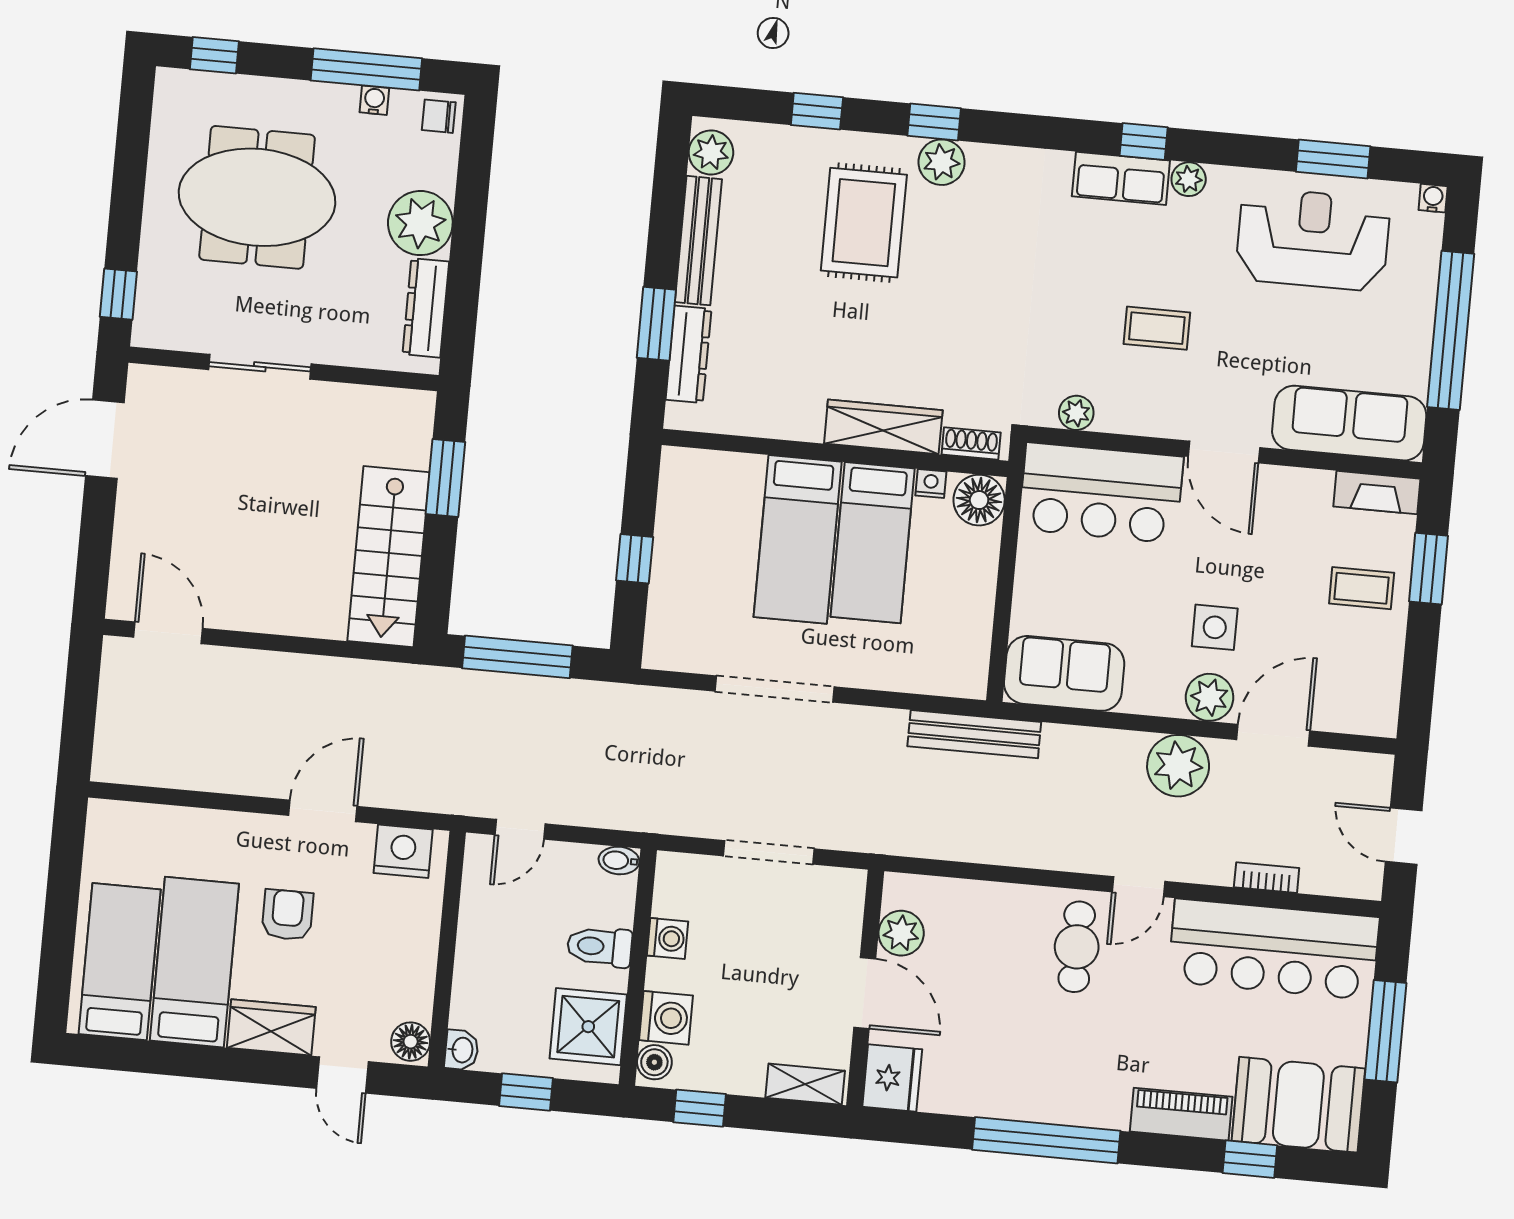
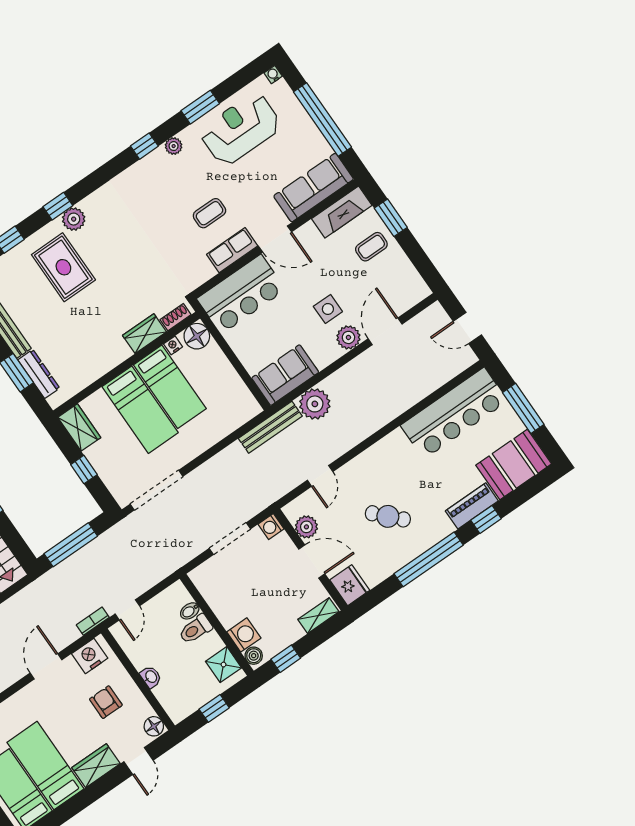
window: (1333, 159) -> (200, 107), moved
row of seats: (1121, 178) -> (232, 250), moved, turned 180
plant: (1076, 413) -> (206, 272), removed
wardrobe: (883, 427) -> (144, 334), width x0.67
wardrobe: (682, 488) -> (79, 427), added
fireplace: (1377, 493) -> (342, 212), width x1.37, depth x1.32
doorway: (775, 689) -> (157, 490), moved
plant: (1178, 766) -> (315, 404), moved
bidet: (619, 861) -> (190, 611), moved
bookcase: (1267, 878) -> (93, 621), moved
door: (1139, 887) -> (320, 476), moved
armchair: (287, 915) -> (106, 702), moved
washing machine: (668, 938) -> (271, 527), moved, turned 180
cafe table: (1077, 947) -> (388, 516), moved, turned -44
shower: (588, 1027) -> (224, 665), width x0.73, depth x0.73
washbasin: (462, 1050) -> (151, 677), moved
door: (342, 1075) -> (138, 761), hinge flipped
window: (1250, 1159) -> (486, 519), moved

